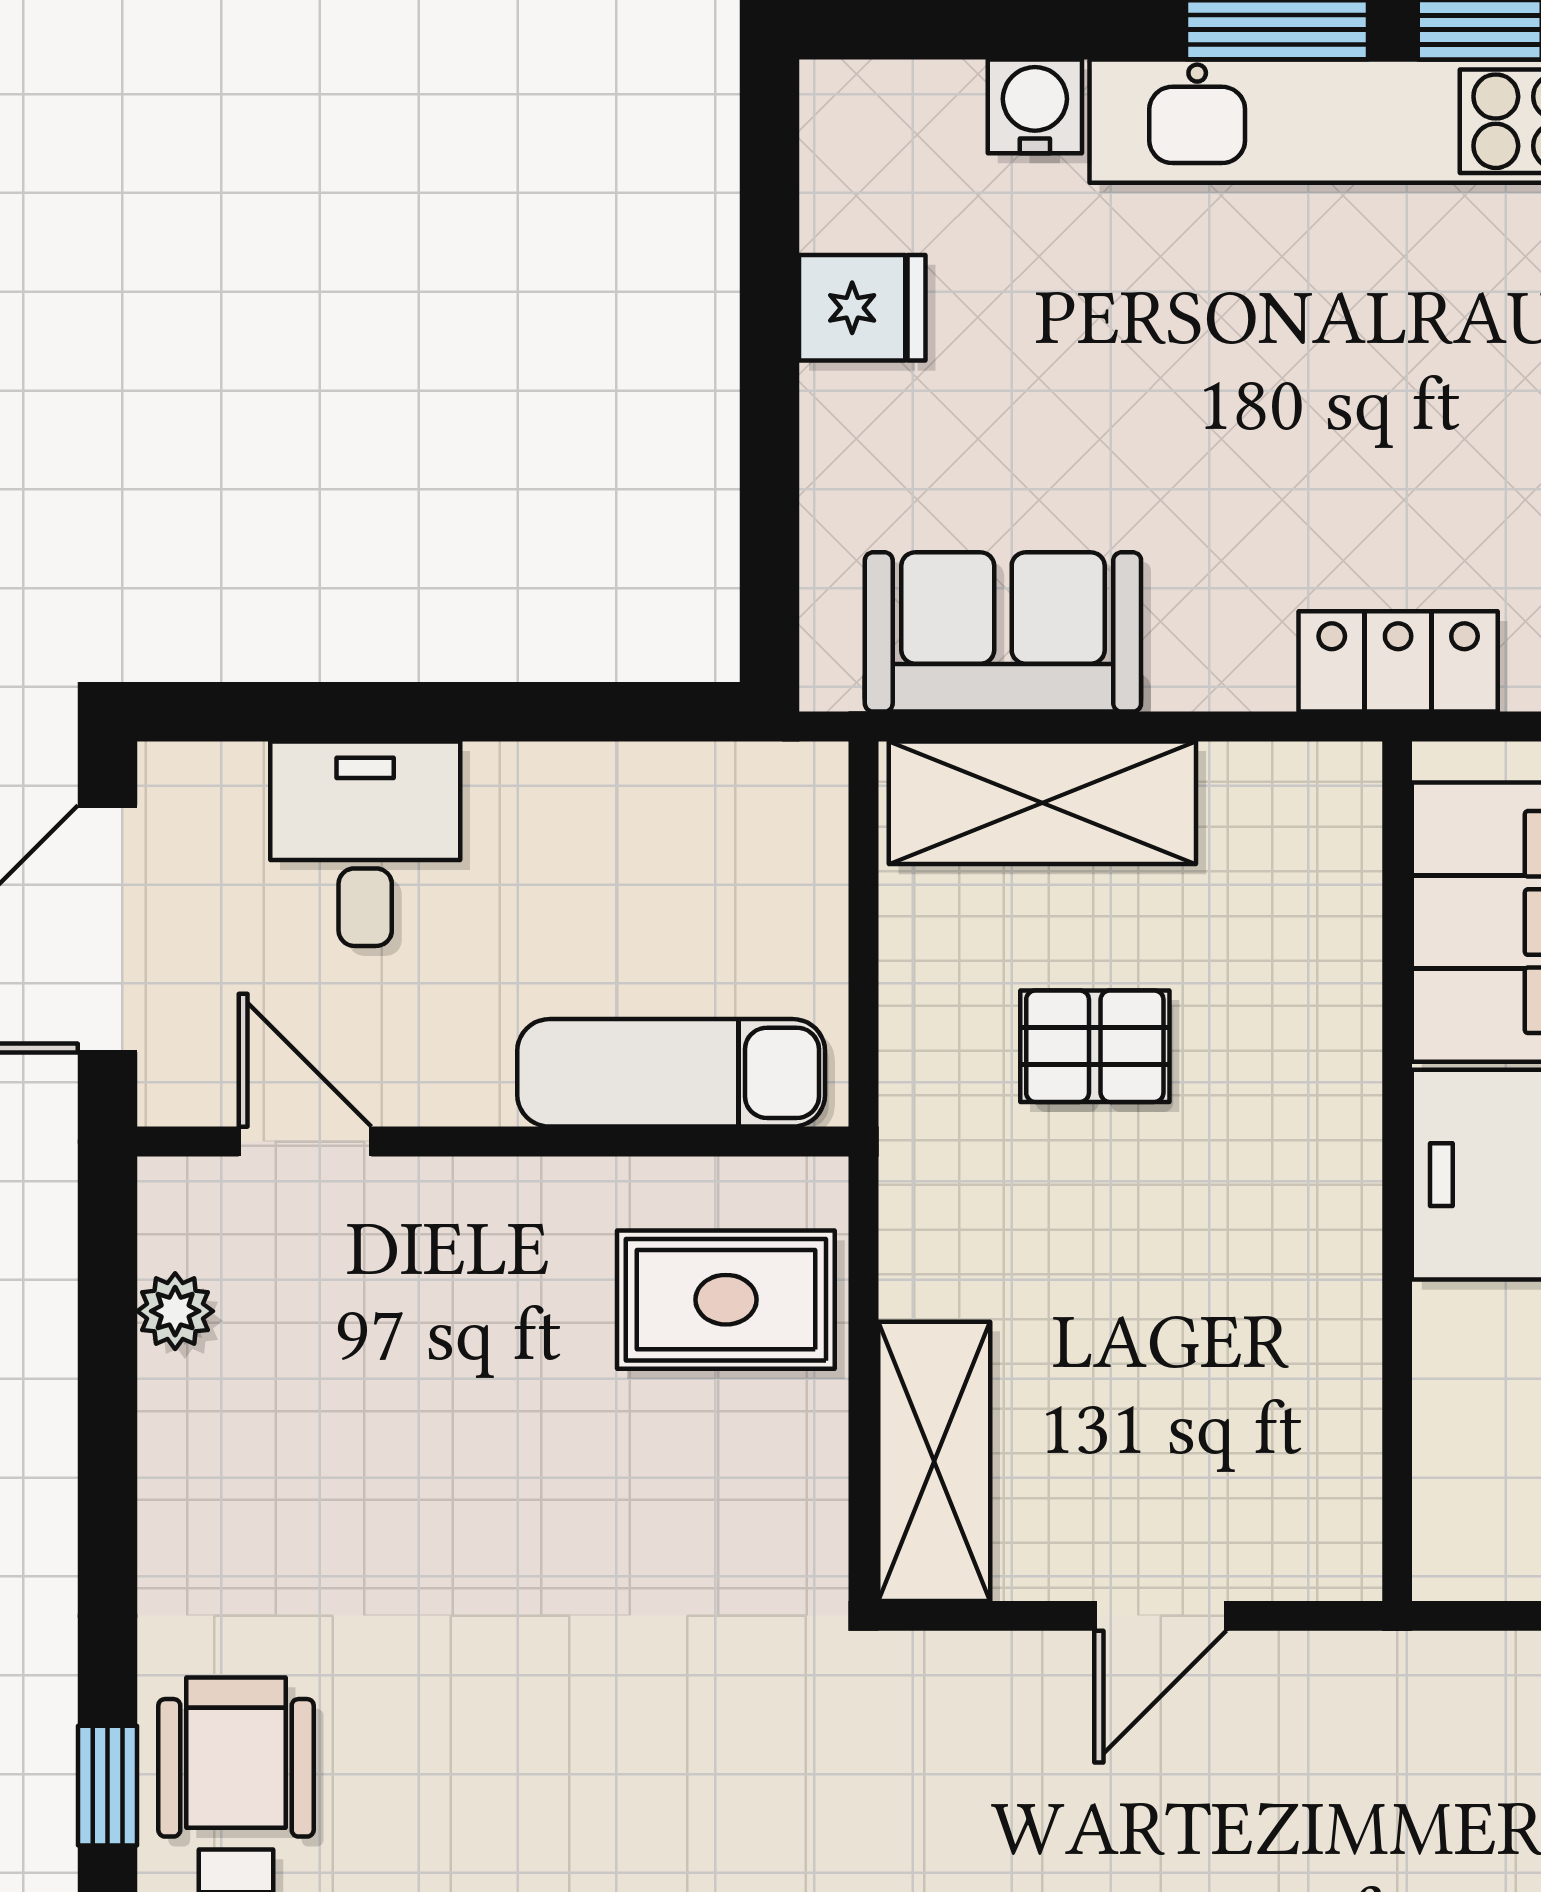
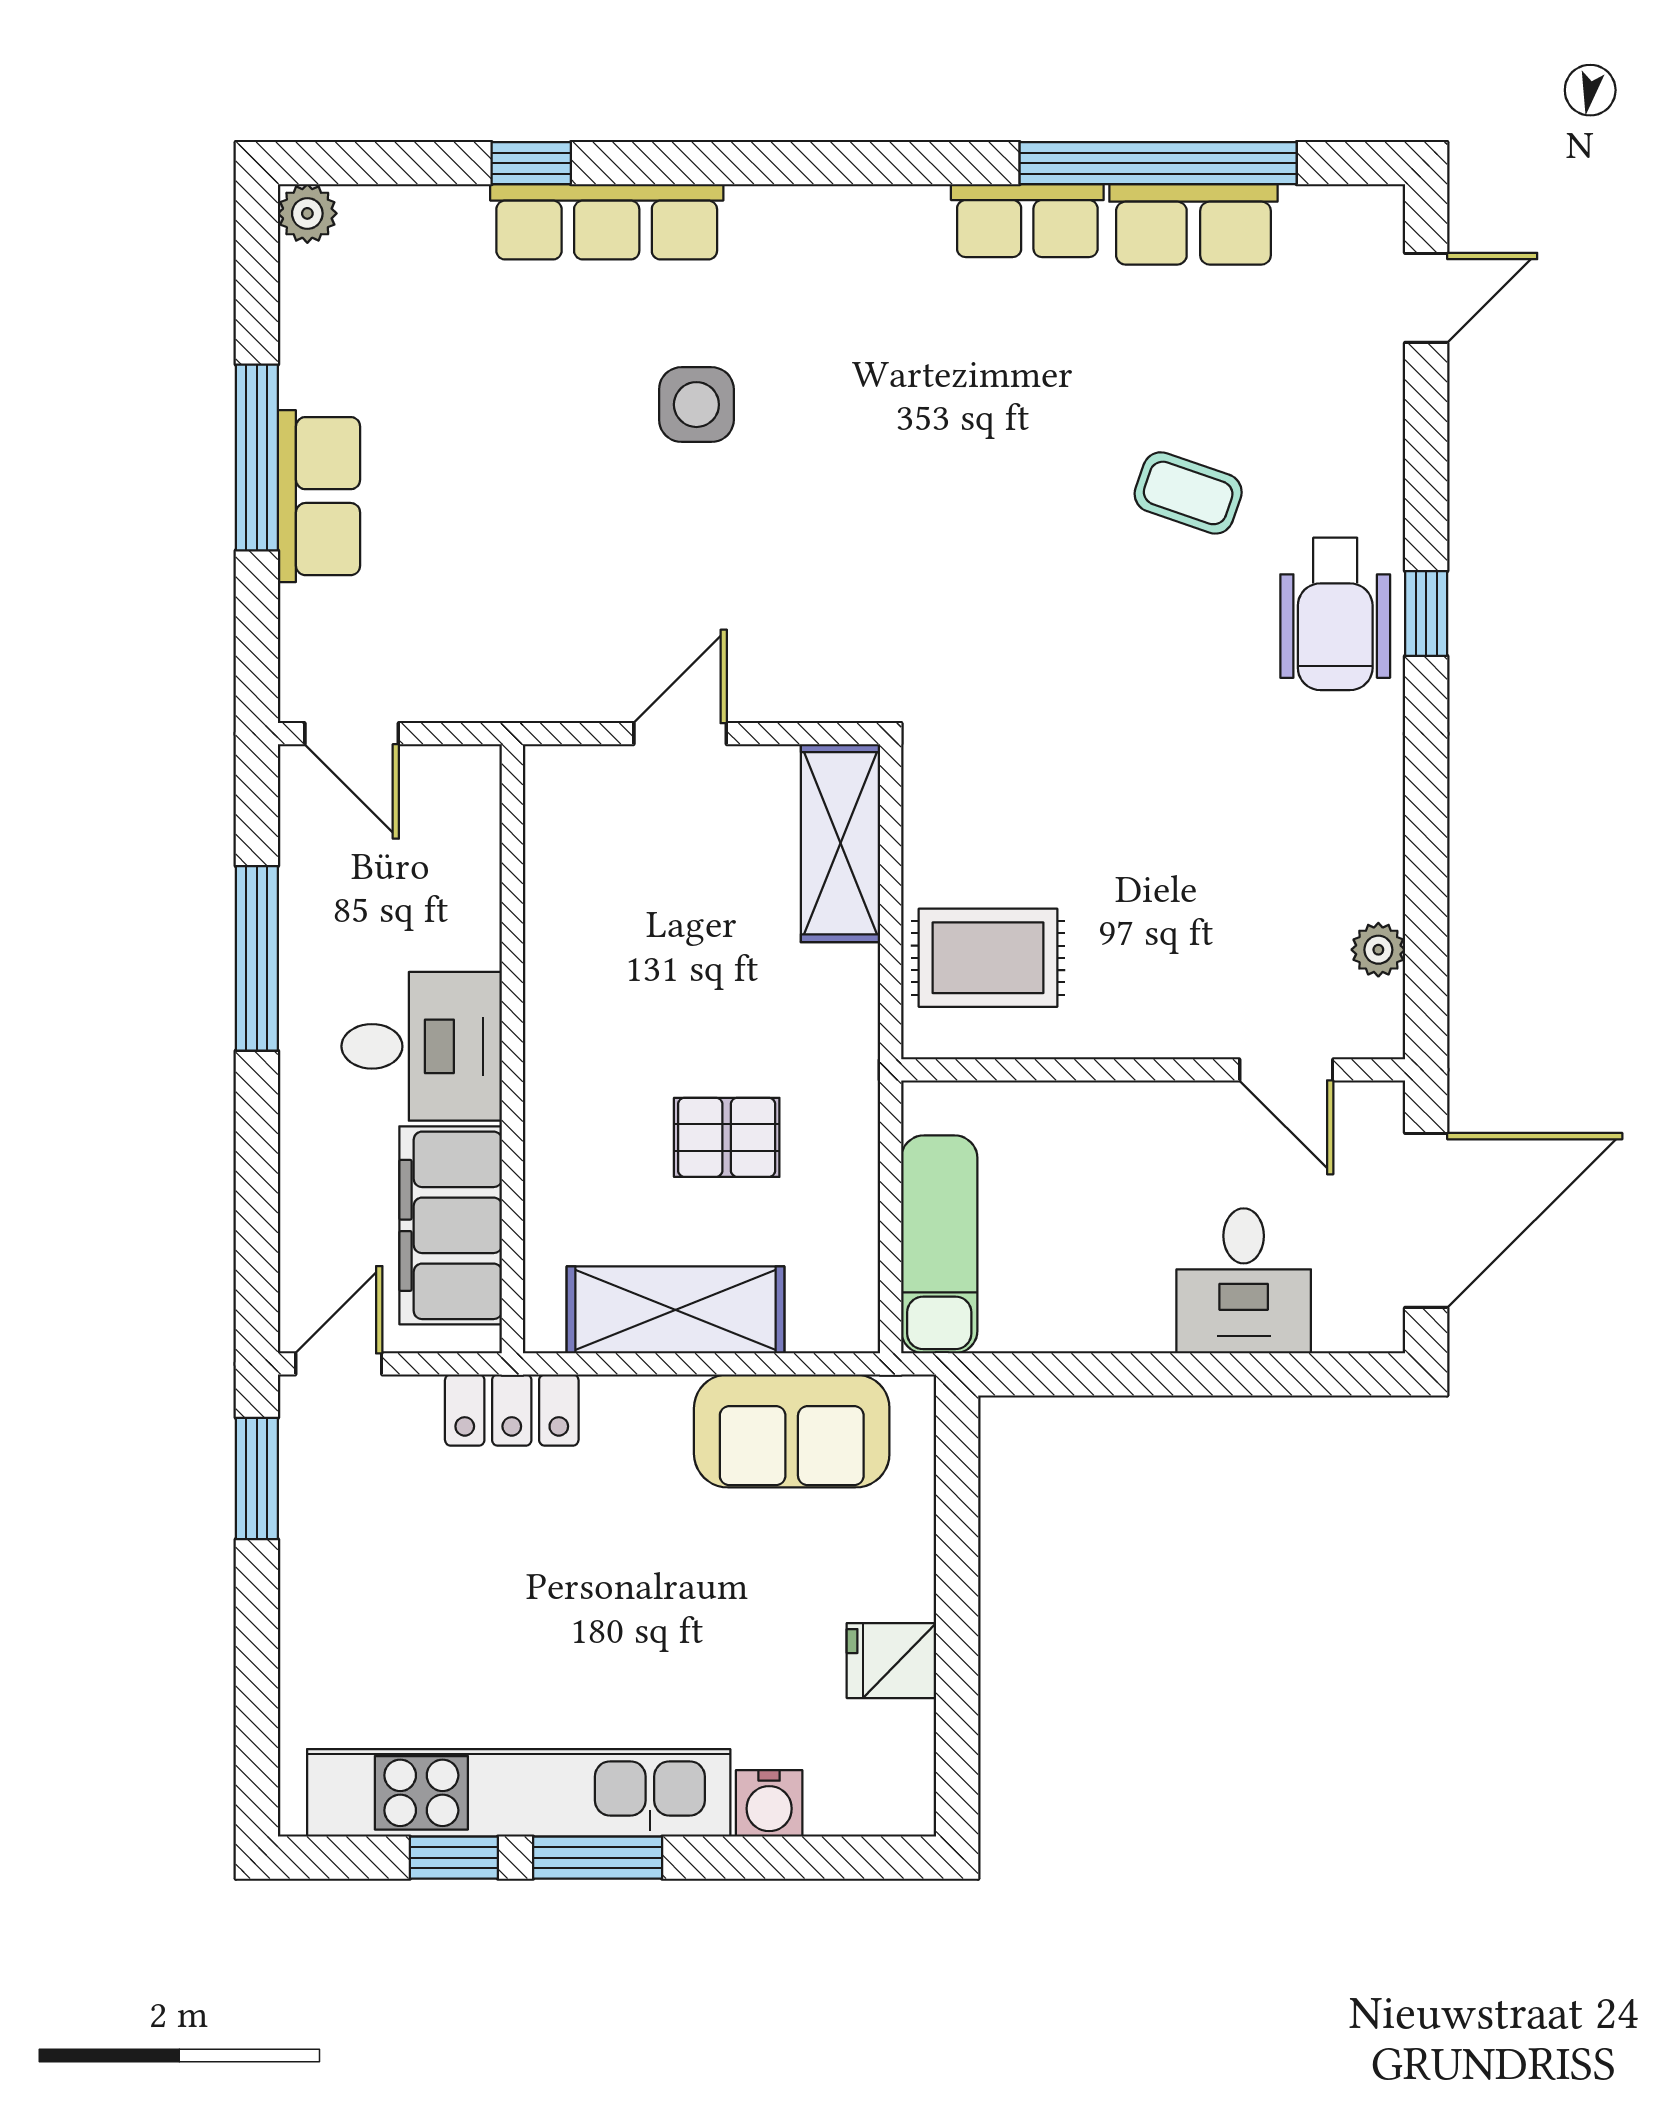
shelving: (1042, 803) -> (676, 1310), moved
exam couch: (671, 1073) -> (939, 1244), moved, turned -90

